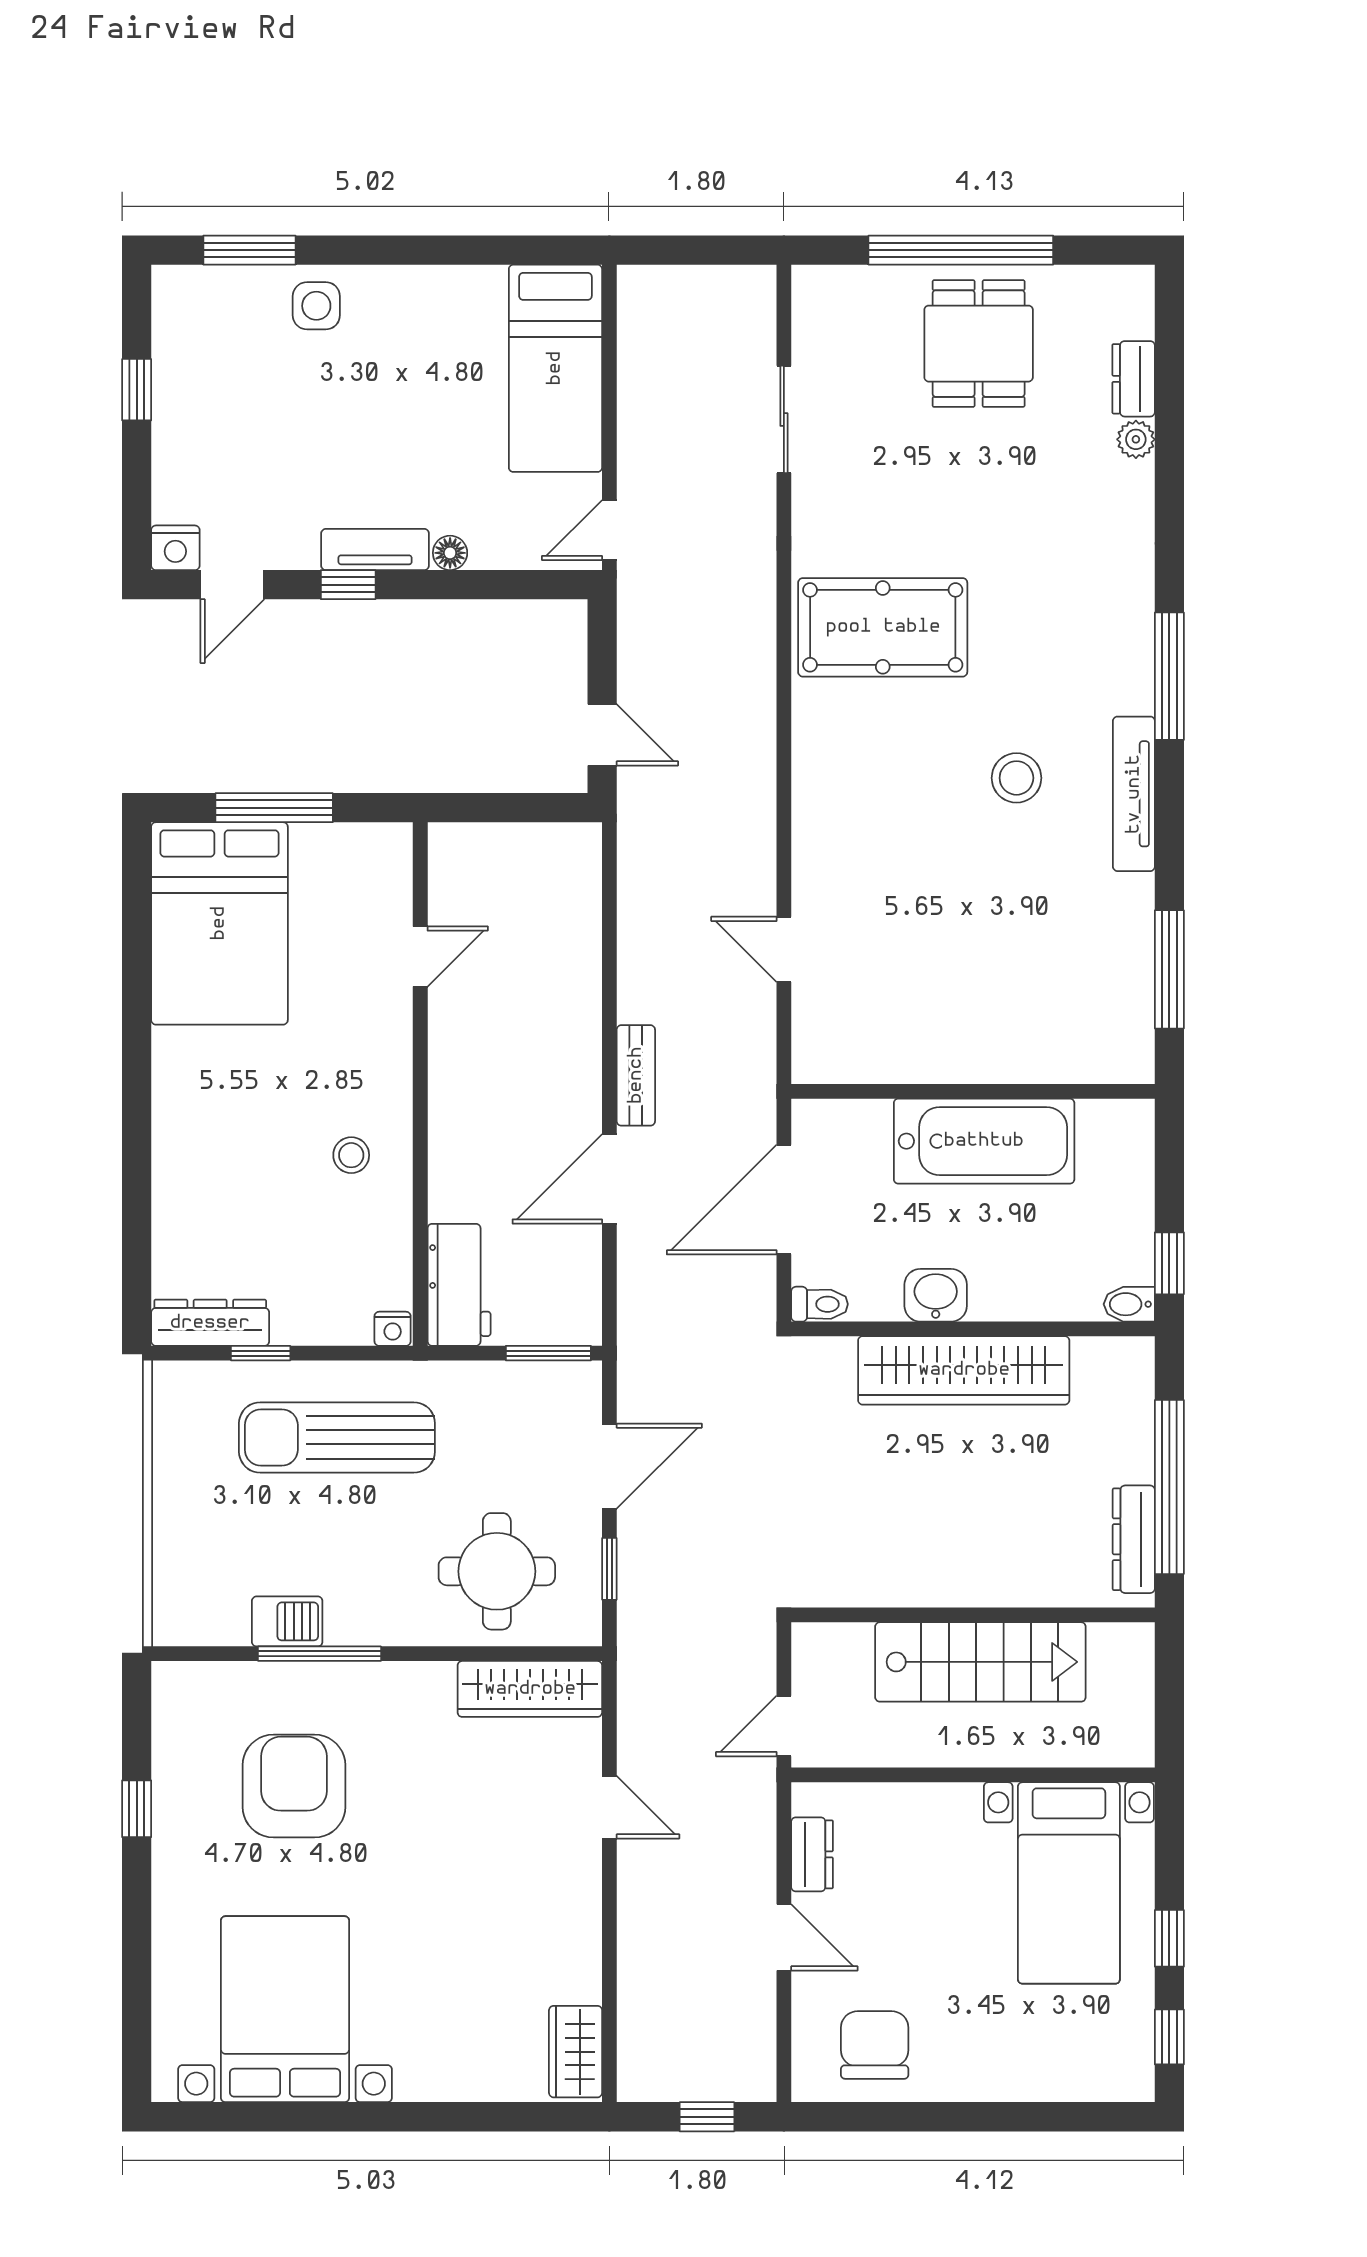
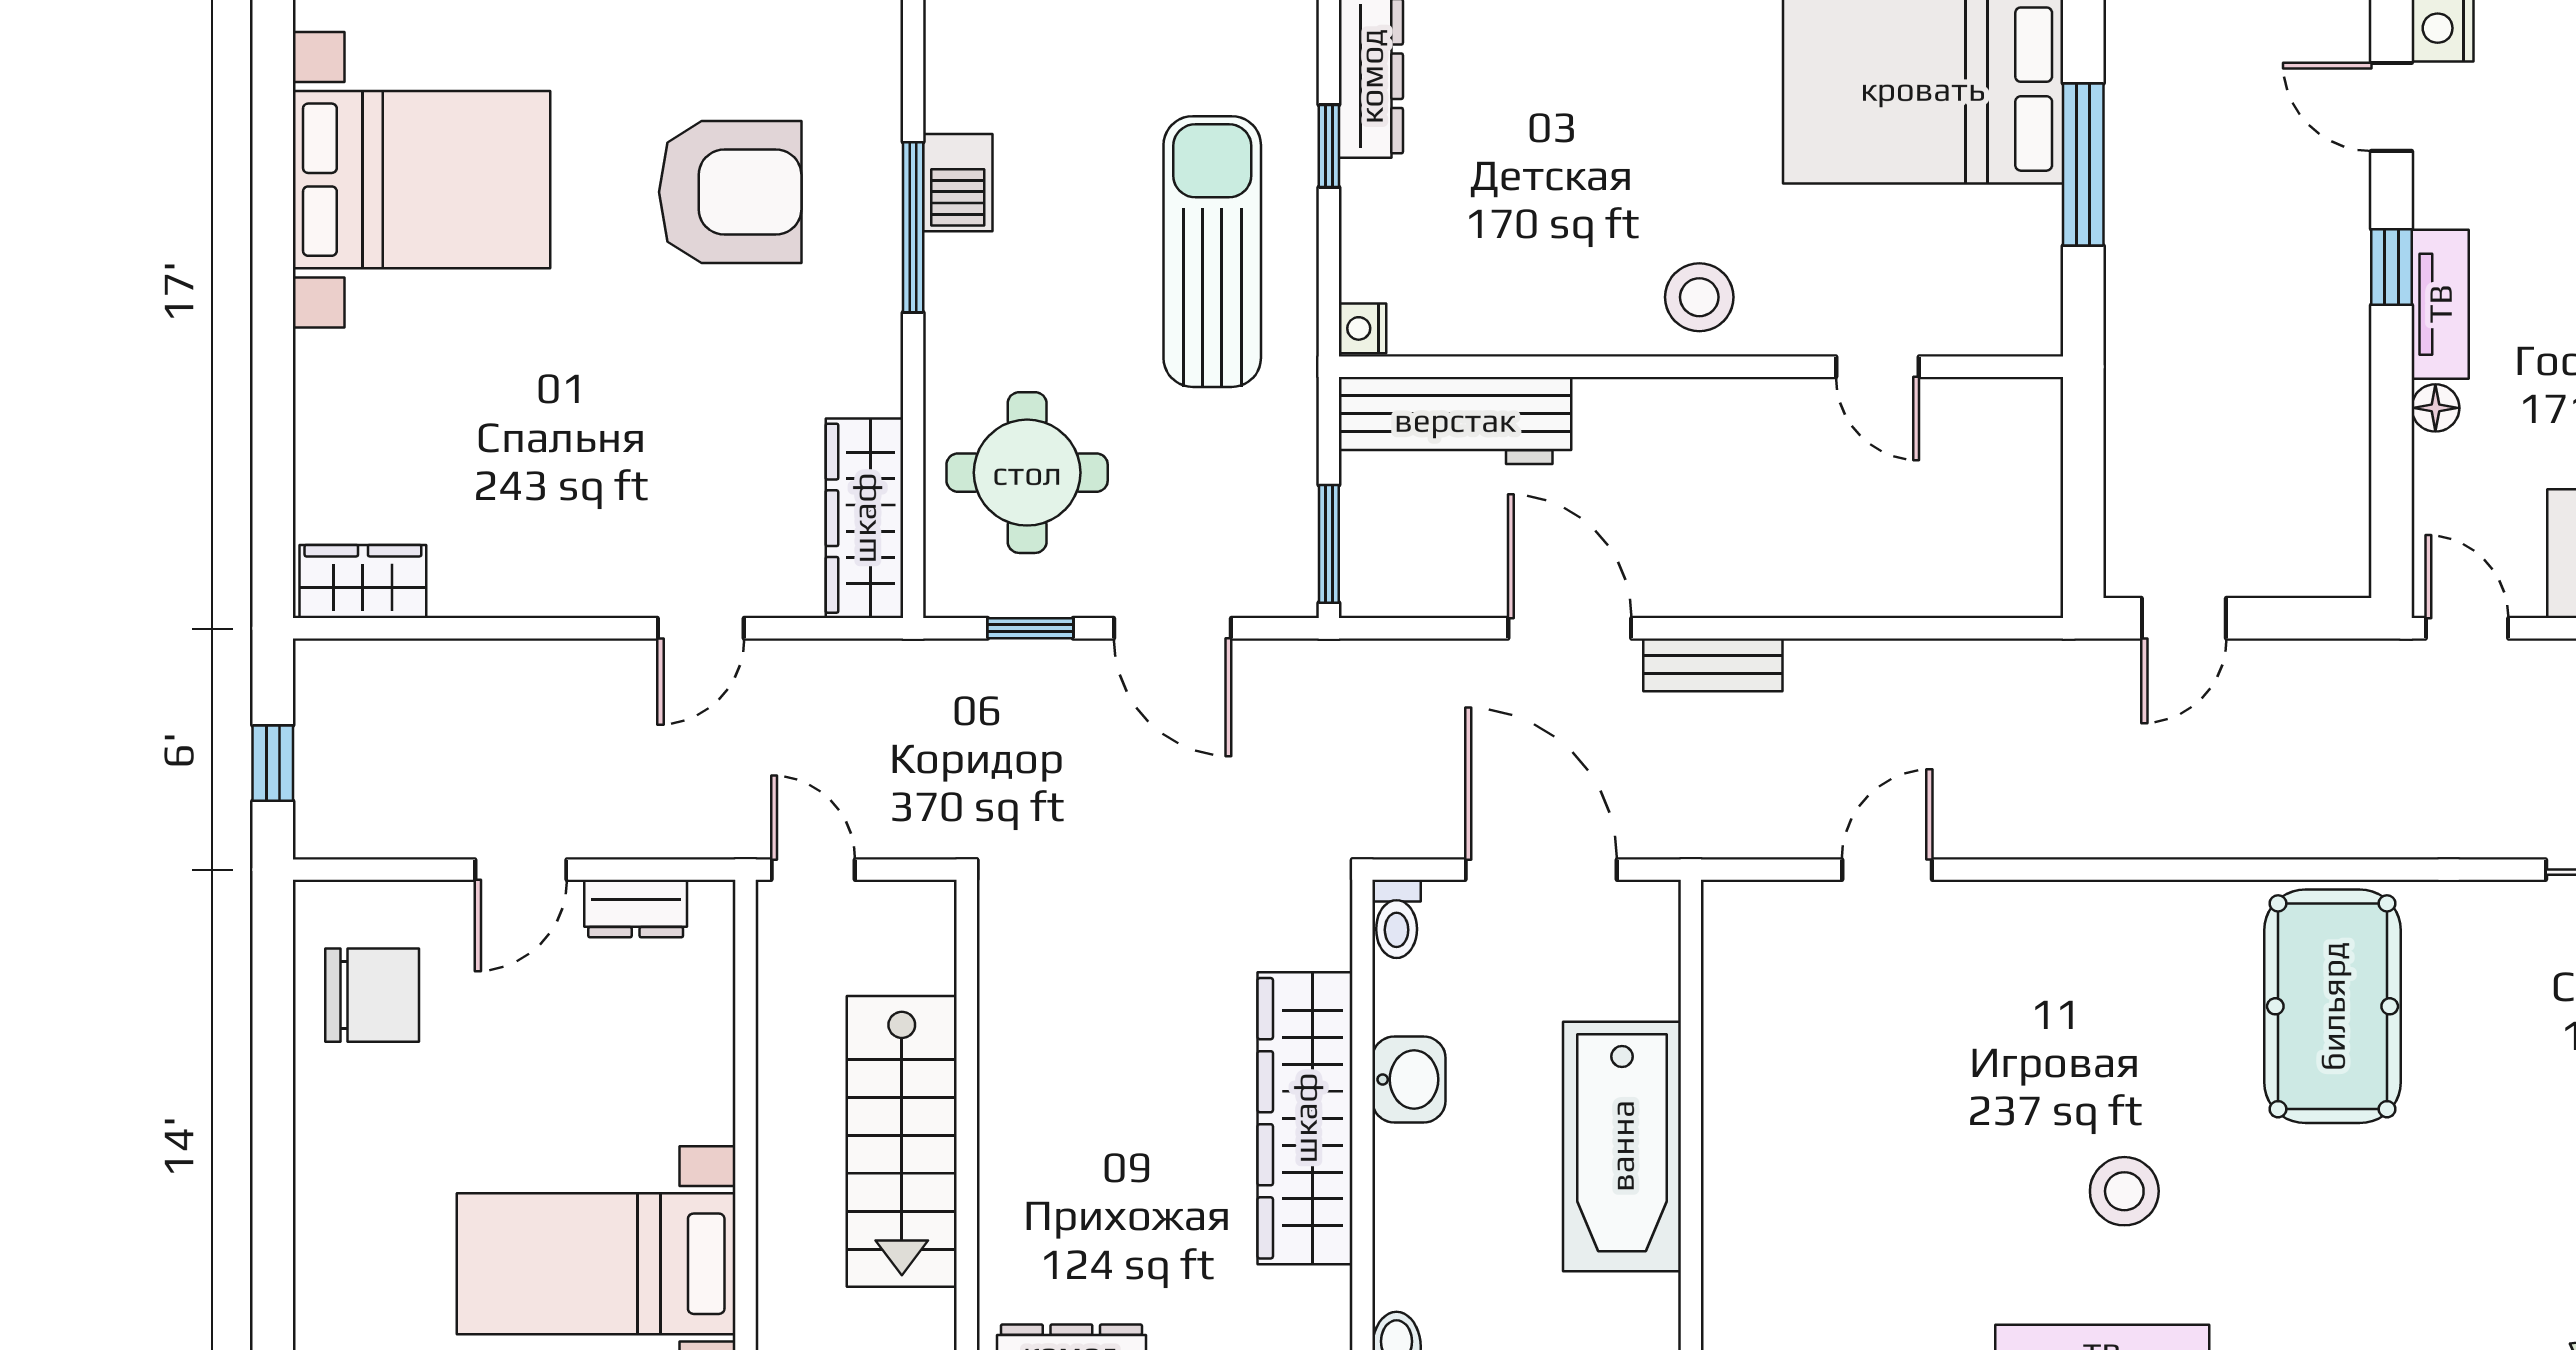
stool: (351, 1155) -> (1699, 297), moved, width x1.37, depth x1.37
workbench: (459, 1285) -> (1455, 420), width x1.38

